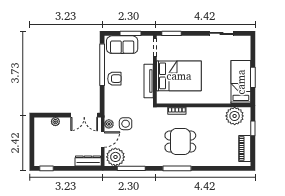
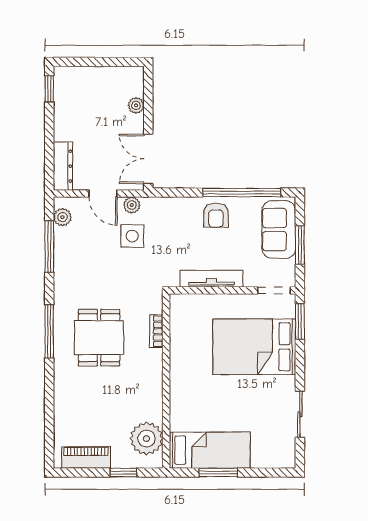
bed: (179, 76) -> (254, 347), moved, turned 90
plant: (115, 157) -> (62, 217), width x0.53, depth x0.53

